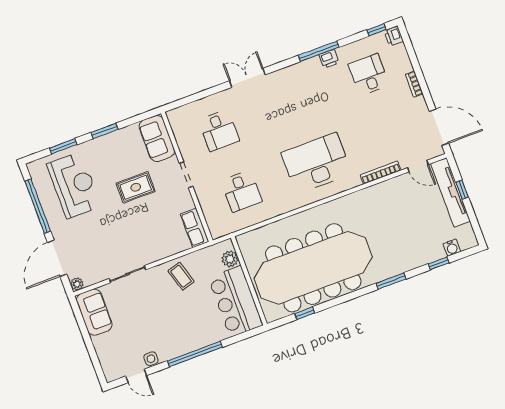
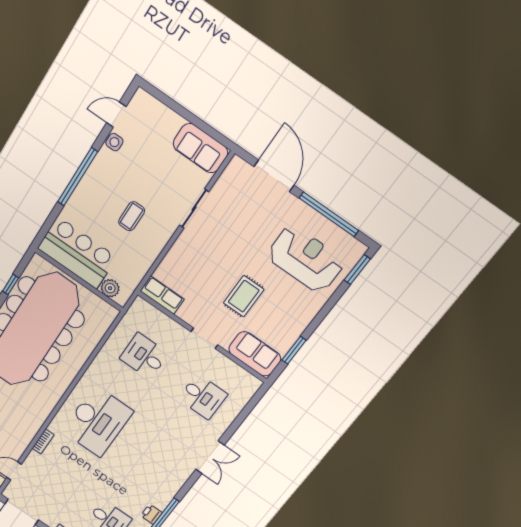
desk: (219, 130) -> (203, 397), turned 180
window: (105, 131) -> (294, 350), moved
window: (63, 146) -> (357, 270), moved
bookcase: (381, 173) -> (43, 441), width x0.64
reception desk: (74, 185) -> (306, 259), turned 180
coffee table: (181, 276) -> (132, 216), moved, turned -73
plant: (77, 284) -> (237, 164), removed

